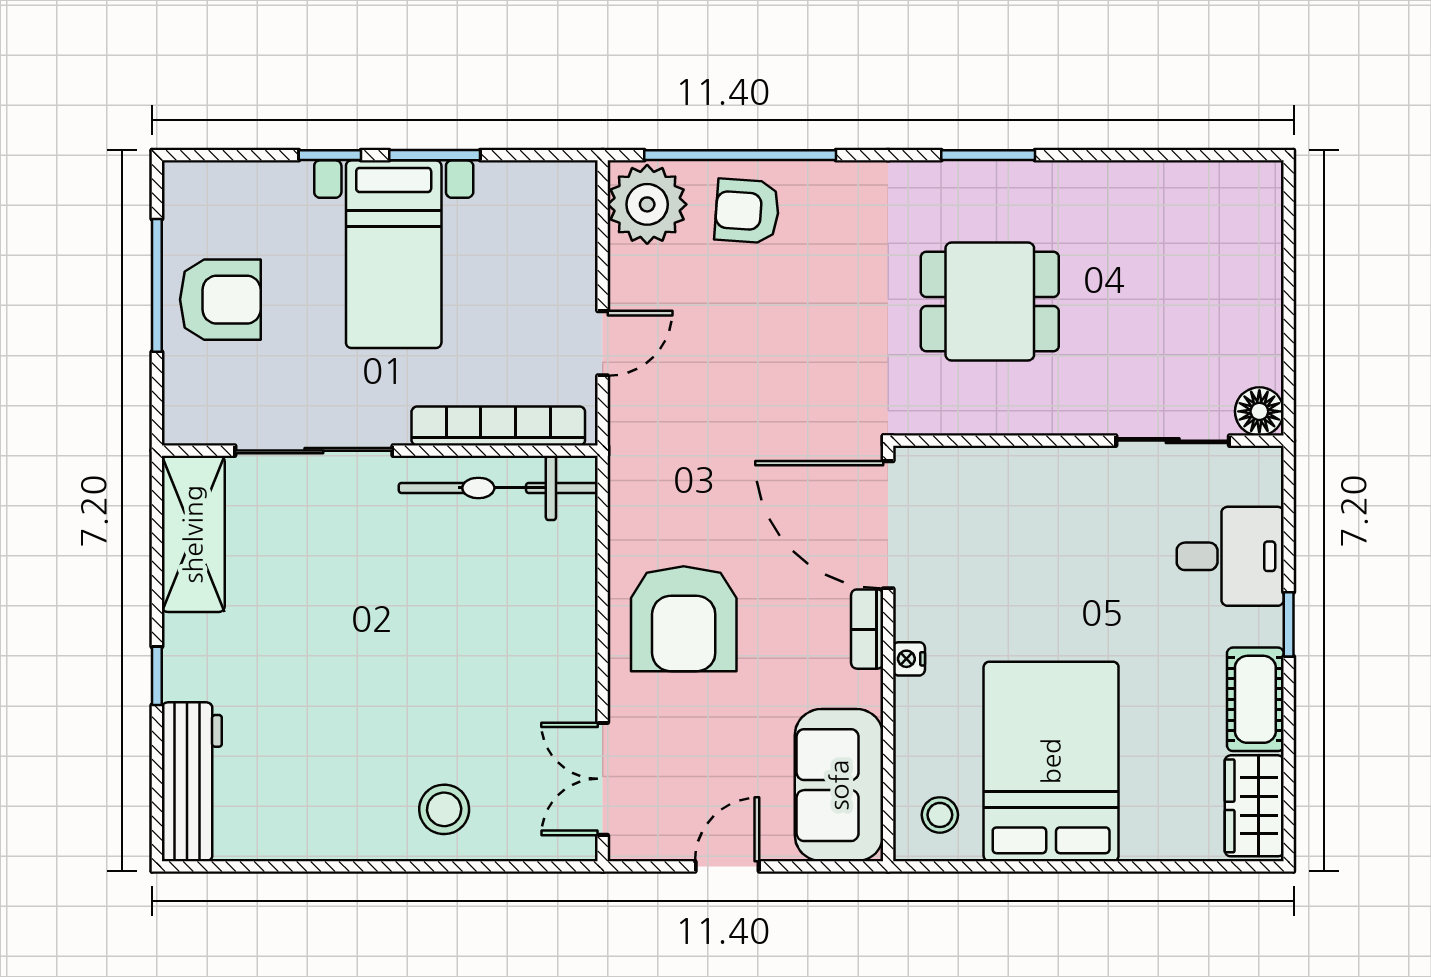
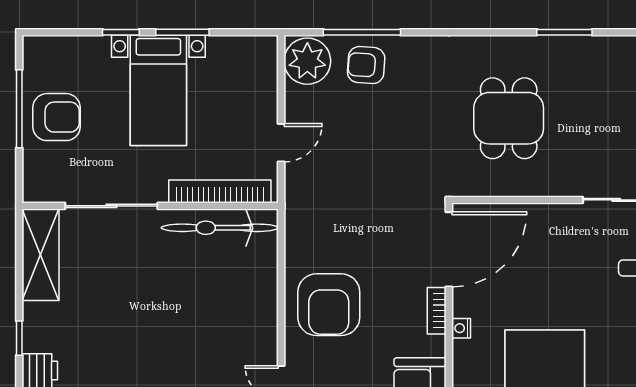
window: (740, 155) -> (362, 32), width x0.68
window: (988, 155) -> (564, 32), moved
dining table: (990, 301) -> (509, 118), turned 90
door: (888, 525) -> (449, 249), swing flipped

